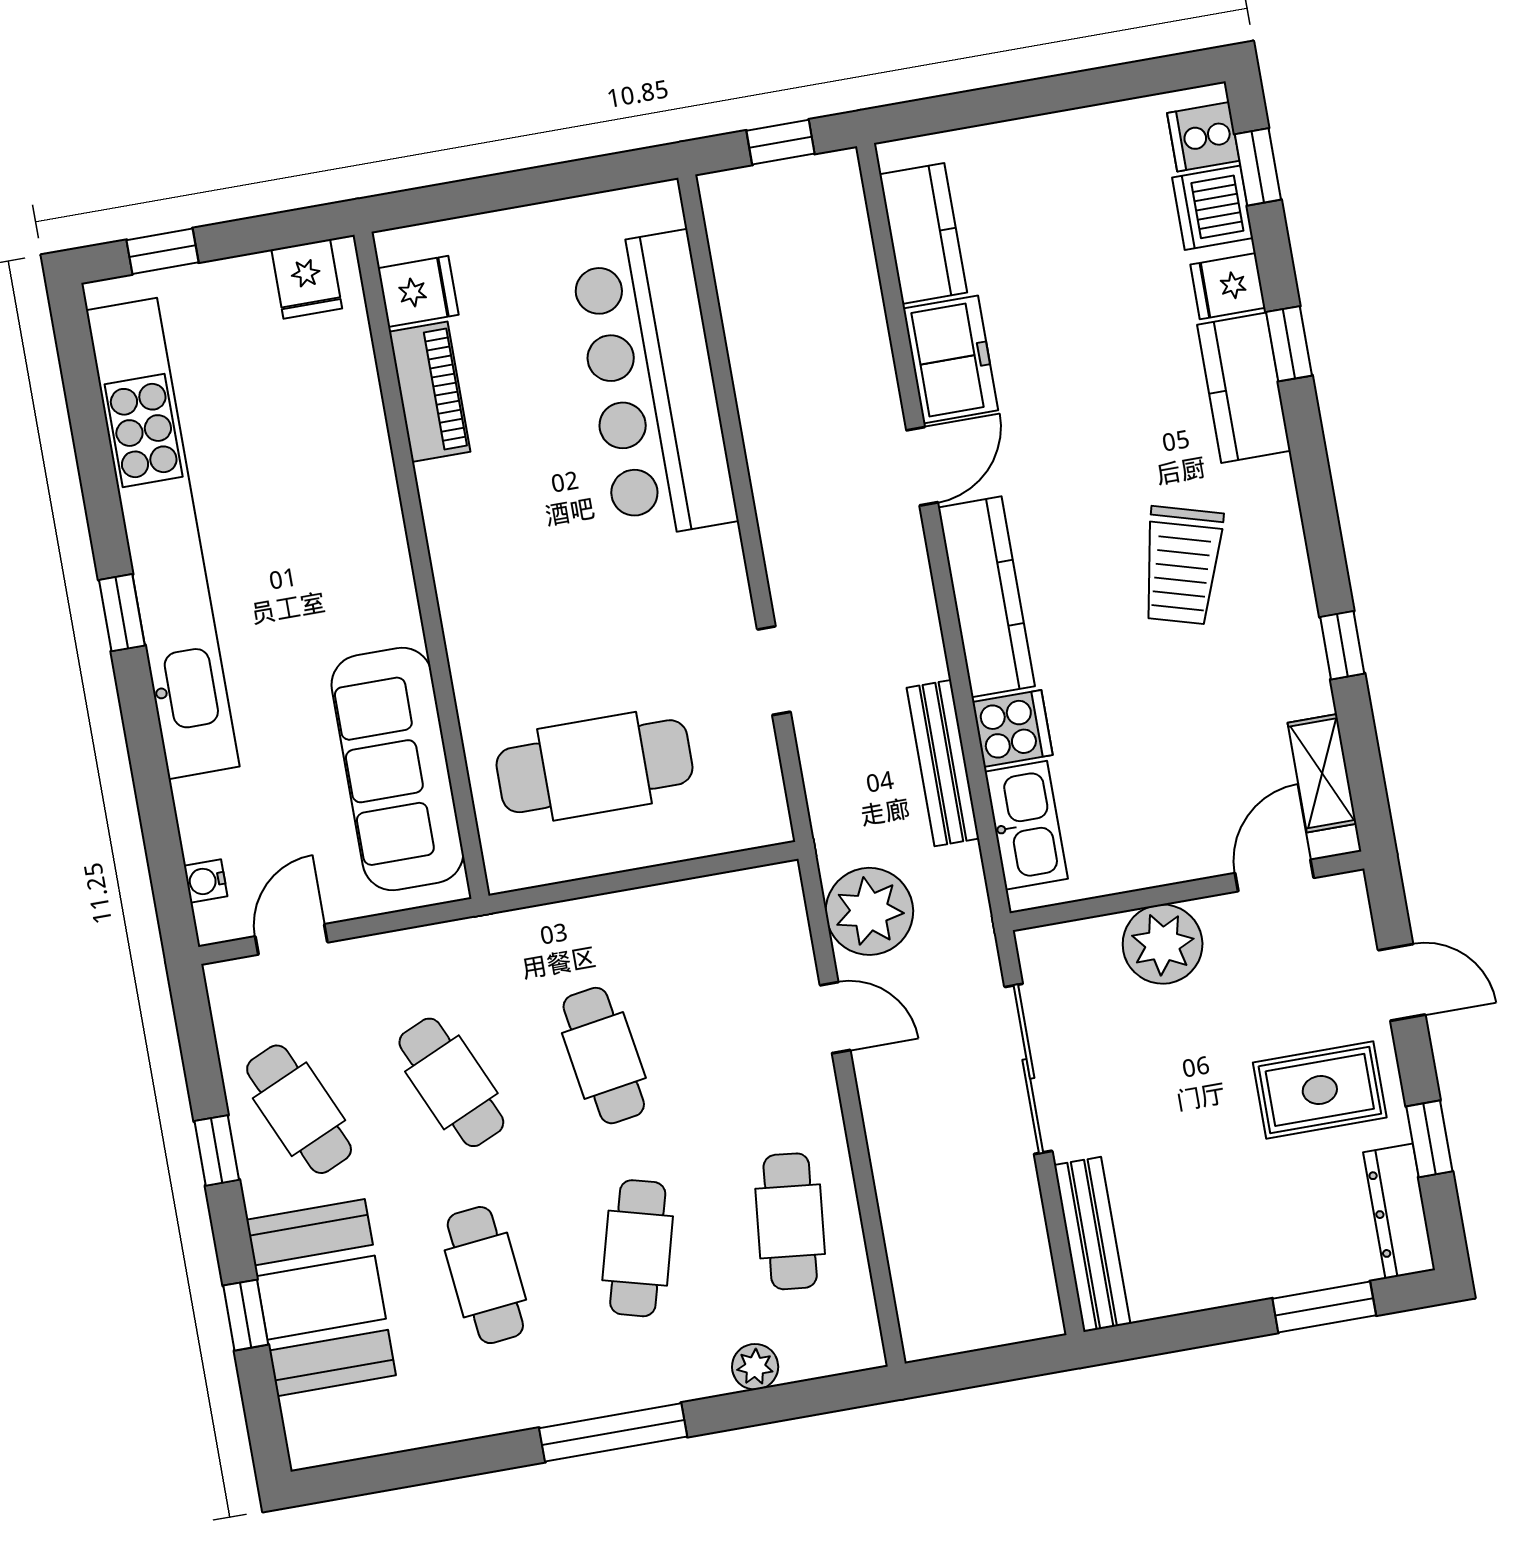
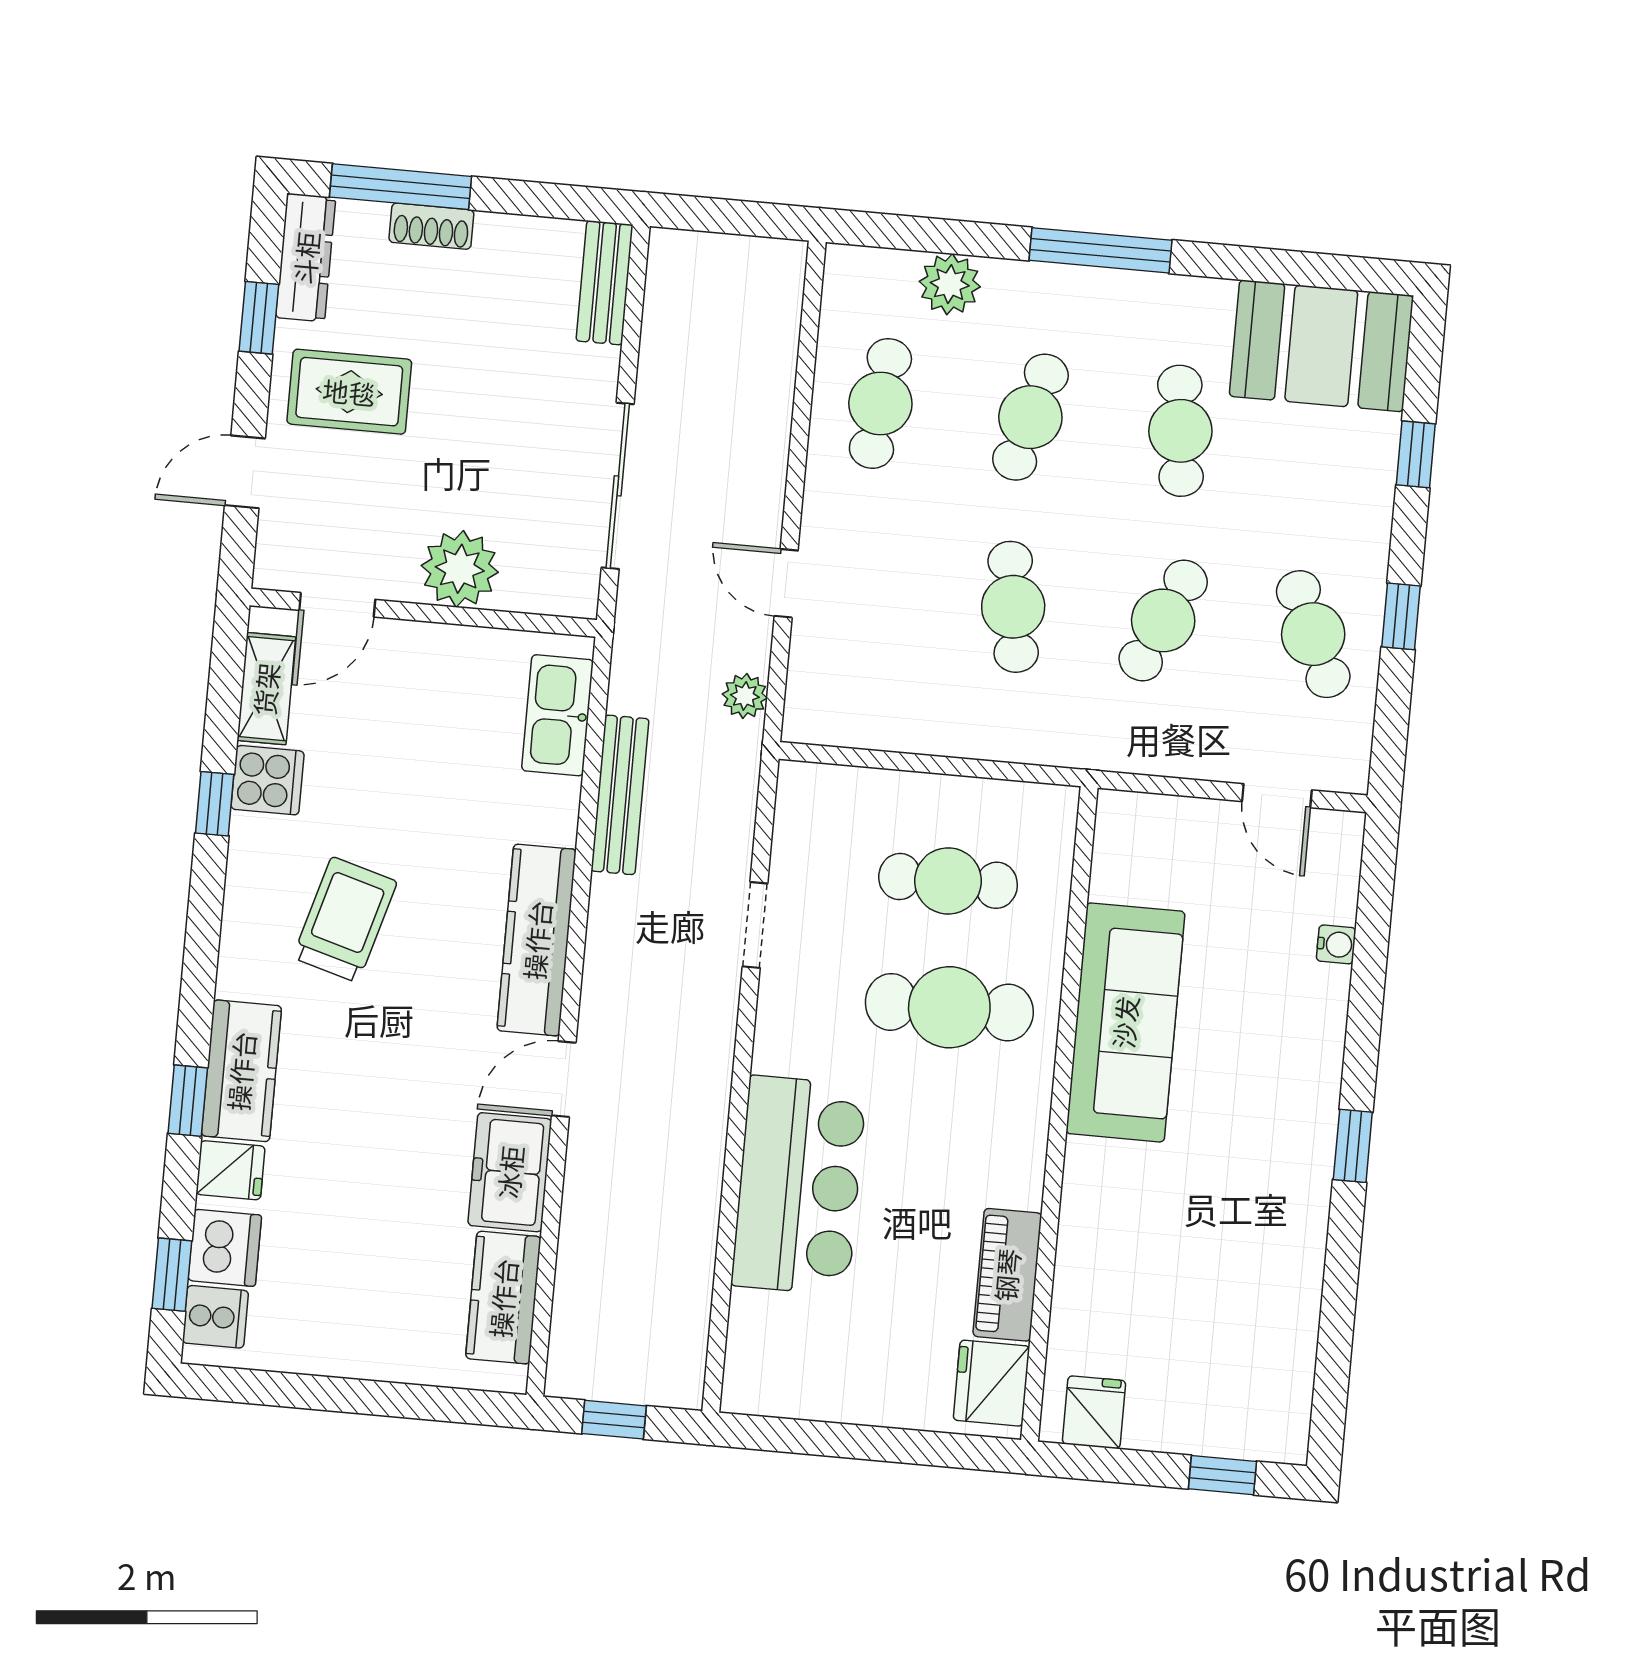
fridge: (418, 291) -> (991, 1383), width x1.38
bar counter: (654, 385) -> (799, 1185), width x0.73
kitchen unit: (163, 538) -> (1295, 1205), removed
cafe table: (559, 641) -> (949, 1007), added
cooker: (1012, 728) -> (268, 780), moved, turned 180
cafe table: (595, 766) -> (948, 881), width x0.73, depth x0.74
sofa: (397, 769) -> (1125, 1022), moved
water cooler: (206, 881) -> (1336, 944), moved
plant: (869, 911) -> (745, 696), width x0.53, depth x0.53
door: (291, 939) -> (1277, 796), hinge flipped
door: (1402, 982) -> (245, 472), hinge flipped
cafe table: (451, 1082) -> (1163, 620), turned 48
bench: (1092, 1244) -> (605, 283), width x0.73
shoe rack: (1283, 1276) -> (431, 226), added
booth: (321, 1298) -> (1321, 346), moved, turned 90
window: (1324, 1307) -> (401, 187), width x1.44
plant: (755, 1367) -> (950, 284), width x1.38, depth x1.38

